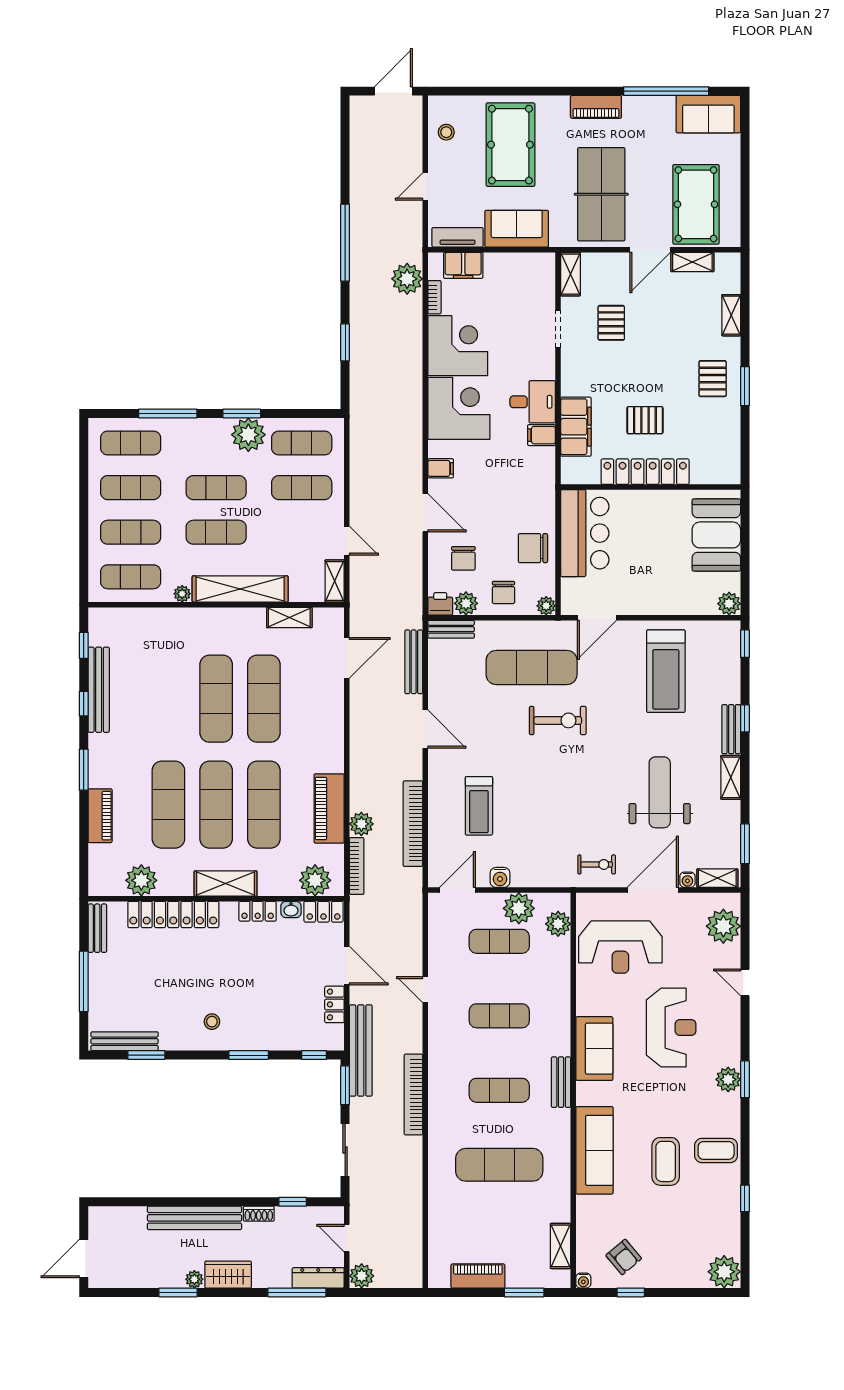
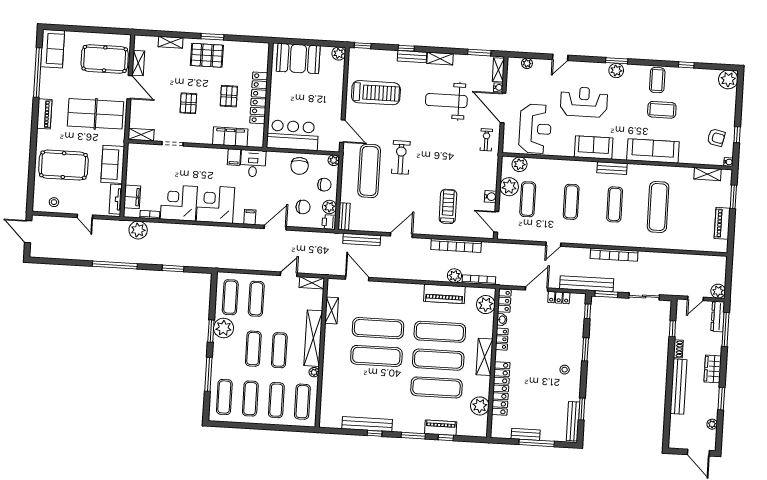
pallet: (611, 323) -> (188, 103), moved, turned 90
pallet: (713, 379) -> (207, 55), width x1.50, depth x1.42
desk: (533, 402) -> (253, 163), moved
window: (84, 645) -> (446, 438), moved
treadmill: (479, 806) -> (448, 206), turned -90
plant: (723, 926) -> (527, 63), width x0.53, depth x0.53
bench: (97, 928) -> (526, 434), moved
armchair: (624, 1257) -> (716, 138), turned 52
plant: (194, 1279) -> (712, 424), moved

